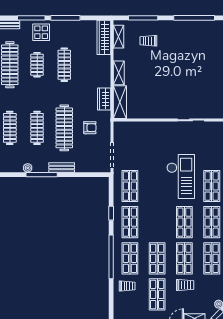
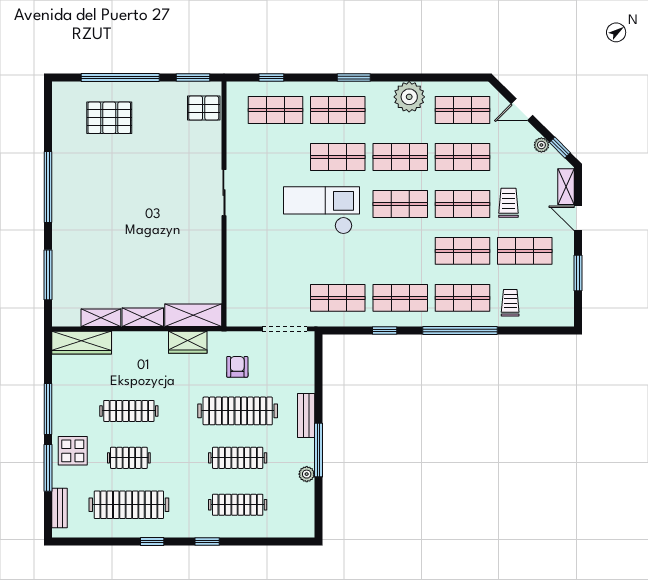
shelving: (118, 37) -> (101, 318), moved
trolley: (148, 41) -> (88, 266), removed

